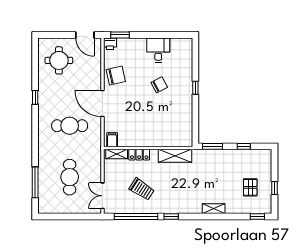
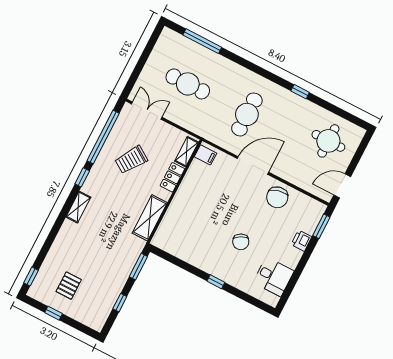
printer: (110, 44) -> (301, 241), moved
desk: (158, 50) -> (273, 277), moved
pallet: (250, 187) -> (69, 286), turned 90
shelving: (214, 209) -> (78, 207), moved

